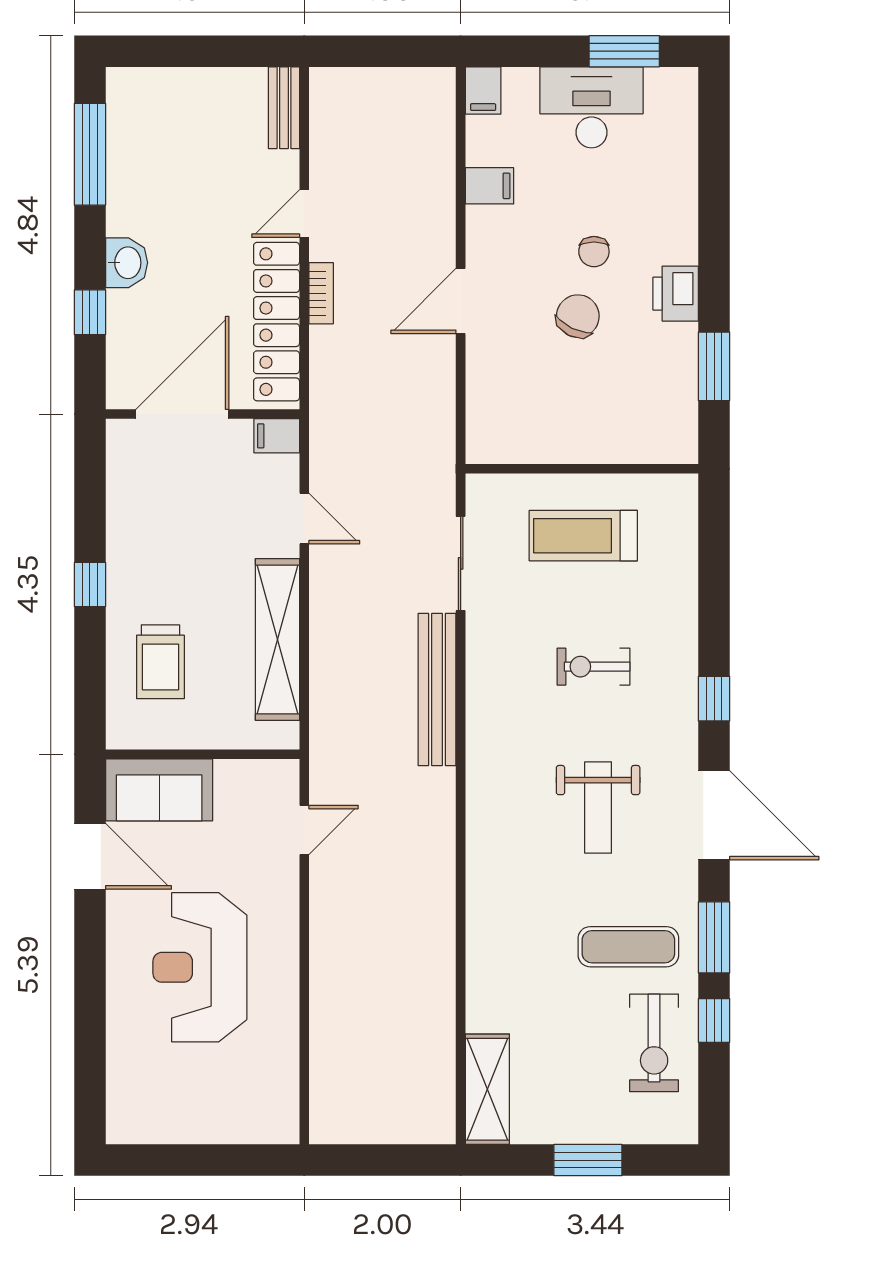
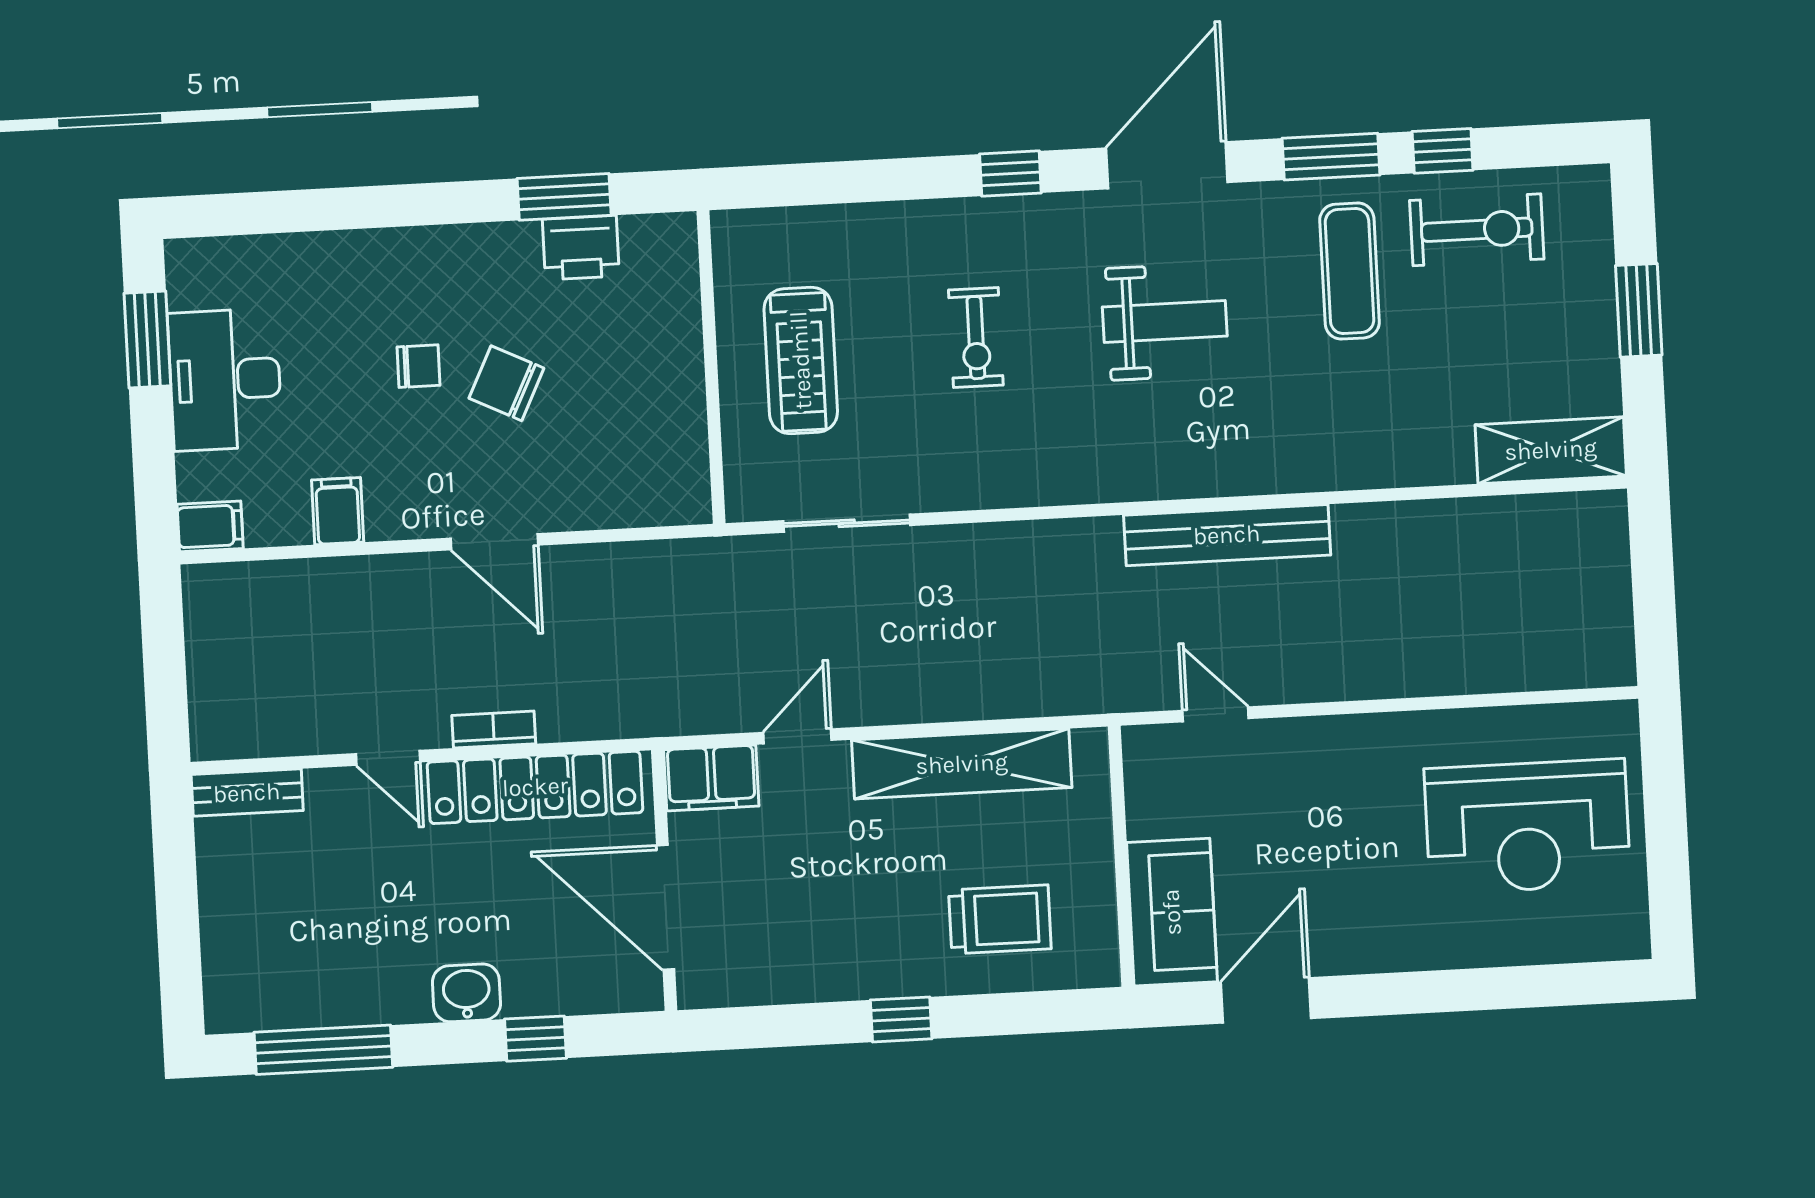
printer: (676, 294) -> (581, 248), moved
filing cabinet: (277, 436) -> (711, 778), width x2.00
bench: (437, 689) -> (1227, 535), moved
reception desk: (200, 967) -> (1527, 826), moved

